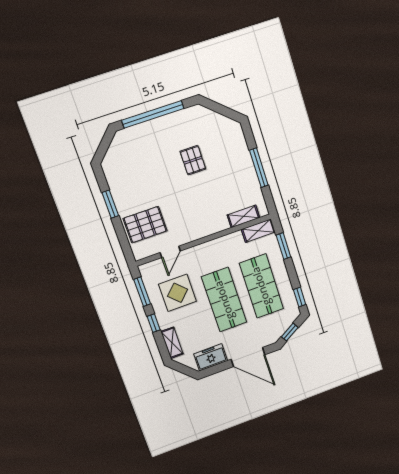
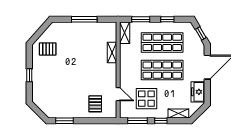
window: (153, 114) -> (29, 75), width x0.32
pallet: (193, 160) -> (48, 49), moved
window: (110, 204) -> (64, 121), moved
shelving: (243, 216) -> (112, 52), moved
pallet: (145, 225) -> (95, 104), width x0.67, depth x0.71
window: (300, 297) -> (167, 19), moved

